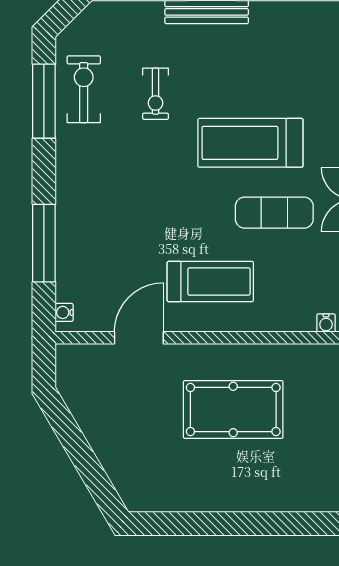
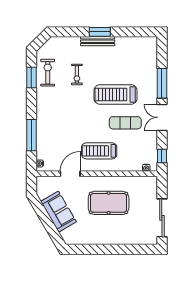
window: (44, 101) -> (31, 78), width x0.69
treadmill: (210, 282) -> (99, 151), turned 180
sofa: (110, 431) -> (58, 212), added

